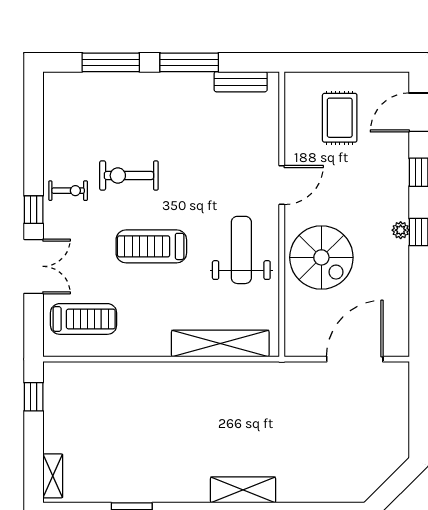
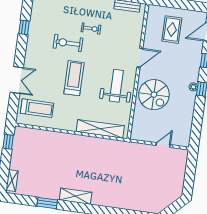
exercise bike: (68, 191) -> (91, 28), moved
window: (34, 210) -> (24, 27), moved
treadmill: (151, 246) -> (74, 78), turned 90
door: (355, 359) -> (163, 145), width x0.53
shelving: (243, 490) -> (76, 196), moved

